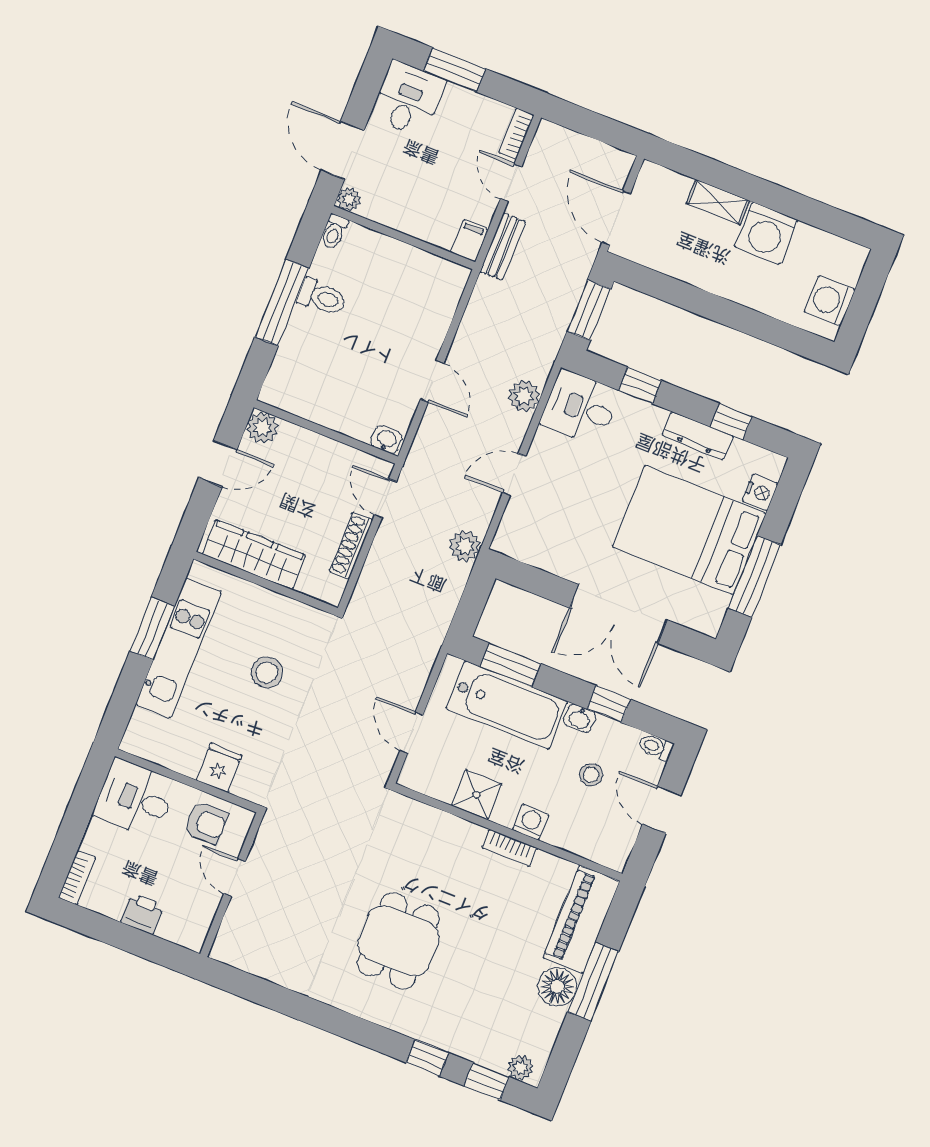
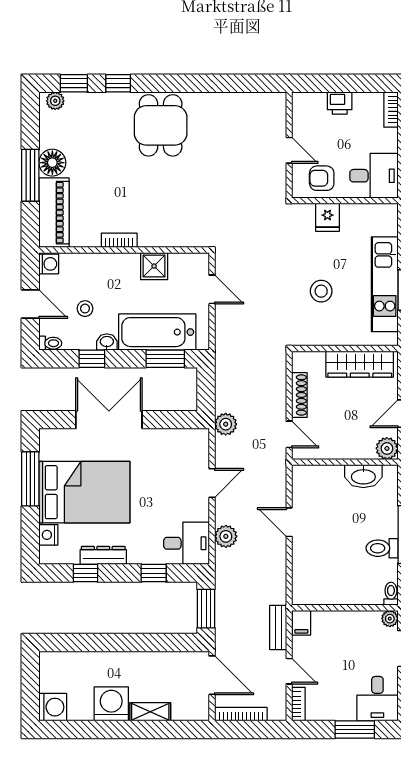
bookcase: (598, 151) -> (241, 714), added
washing machine: (830, 301) -> (53, 707), moved
washbasin: (386, 440) -> (363, 476), moved, width x1.91, depth x1.45
washing machine: (530, 822) -> (49, 264), moved, turned -90
dining table: (398, 941) -> (161, 125), moved

